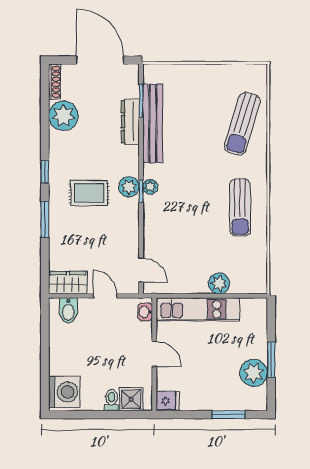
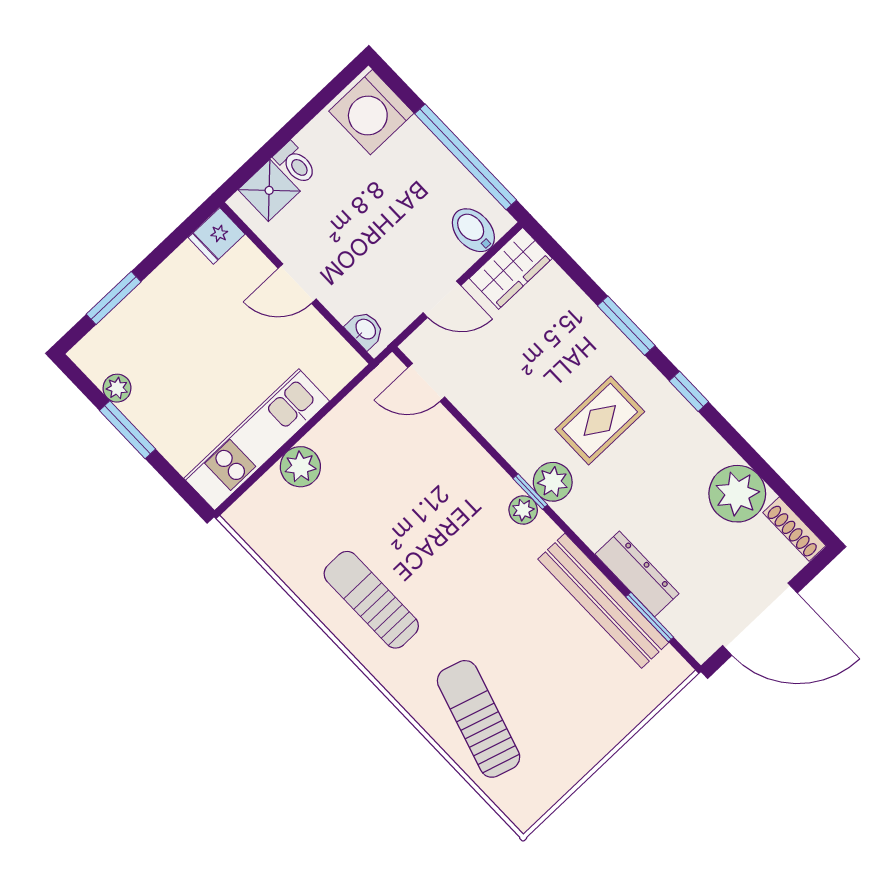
kitchen unit: (198, 309) -> (257, 440), moved
window: (45, 341) -> (466, 157), added
plant: (254, 373) -> (117, 388), width x0.53, depth x0.53

